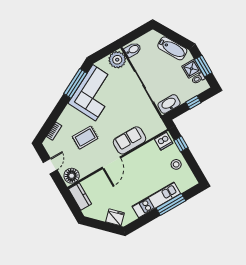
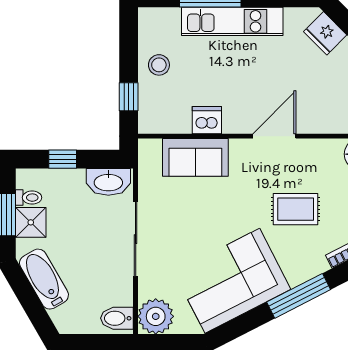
window: (75, 83) -> (299, 296), moved
sofa: (130, 140) -> (195, 157), moved
dishwasher: (164, 141) -> (207, 120), moved

